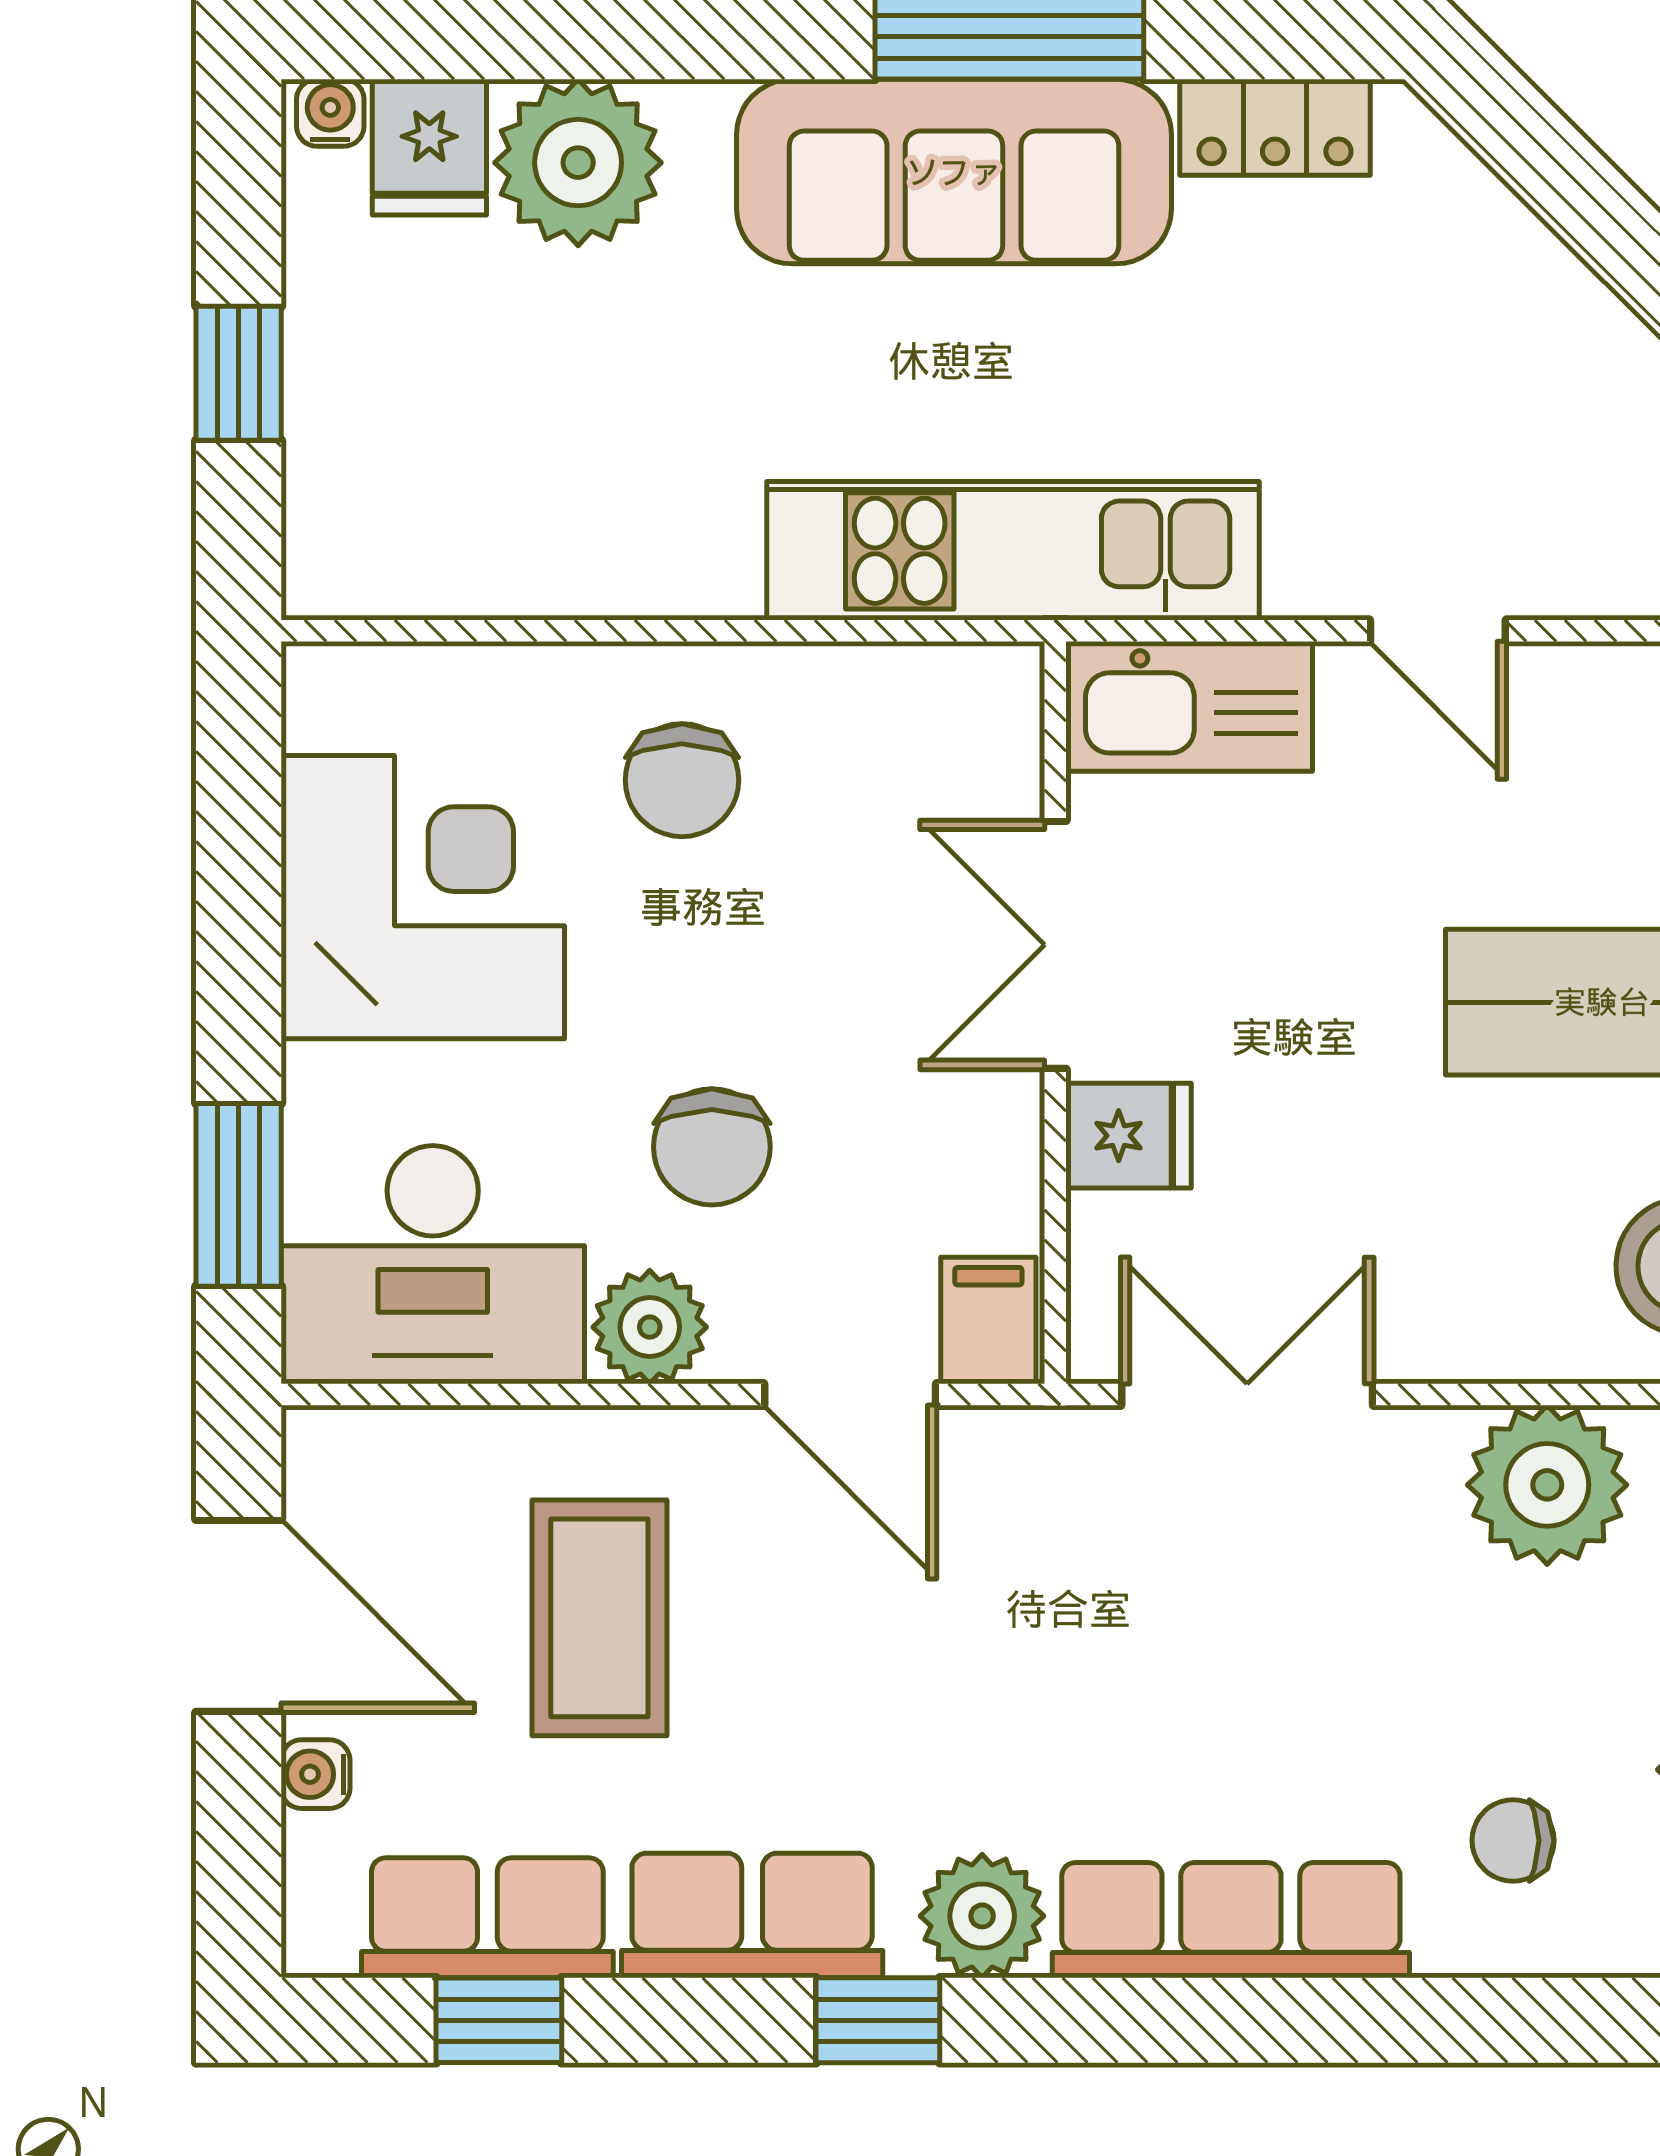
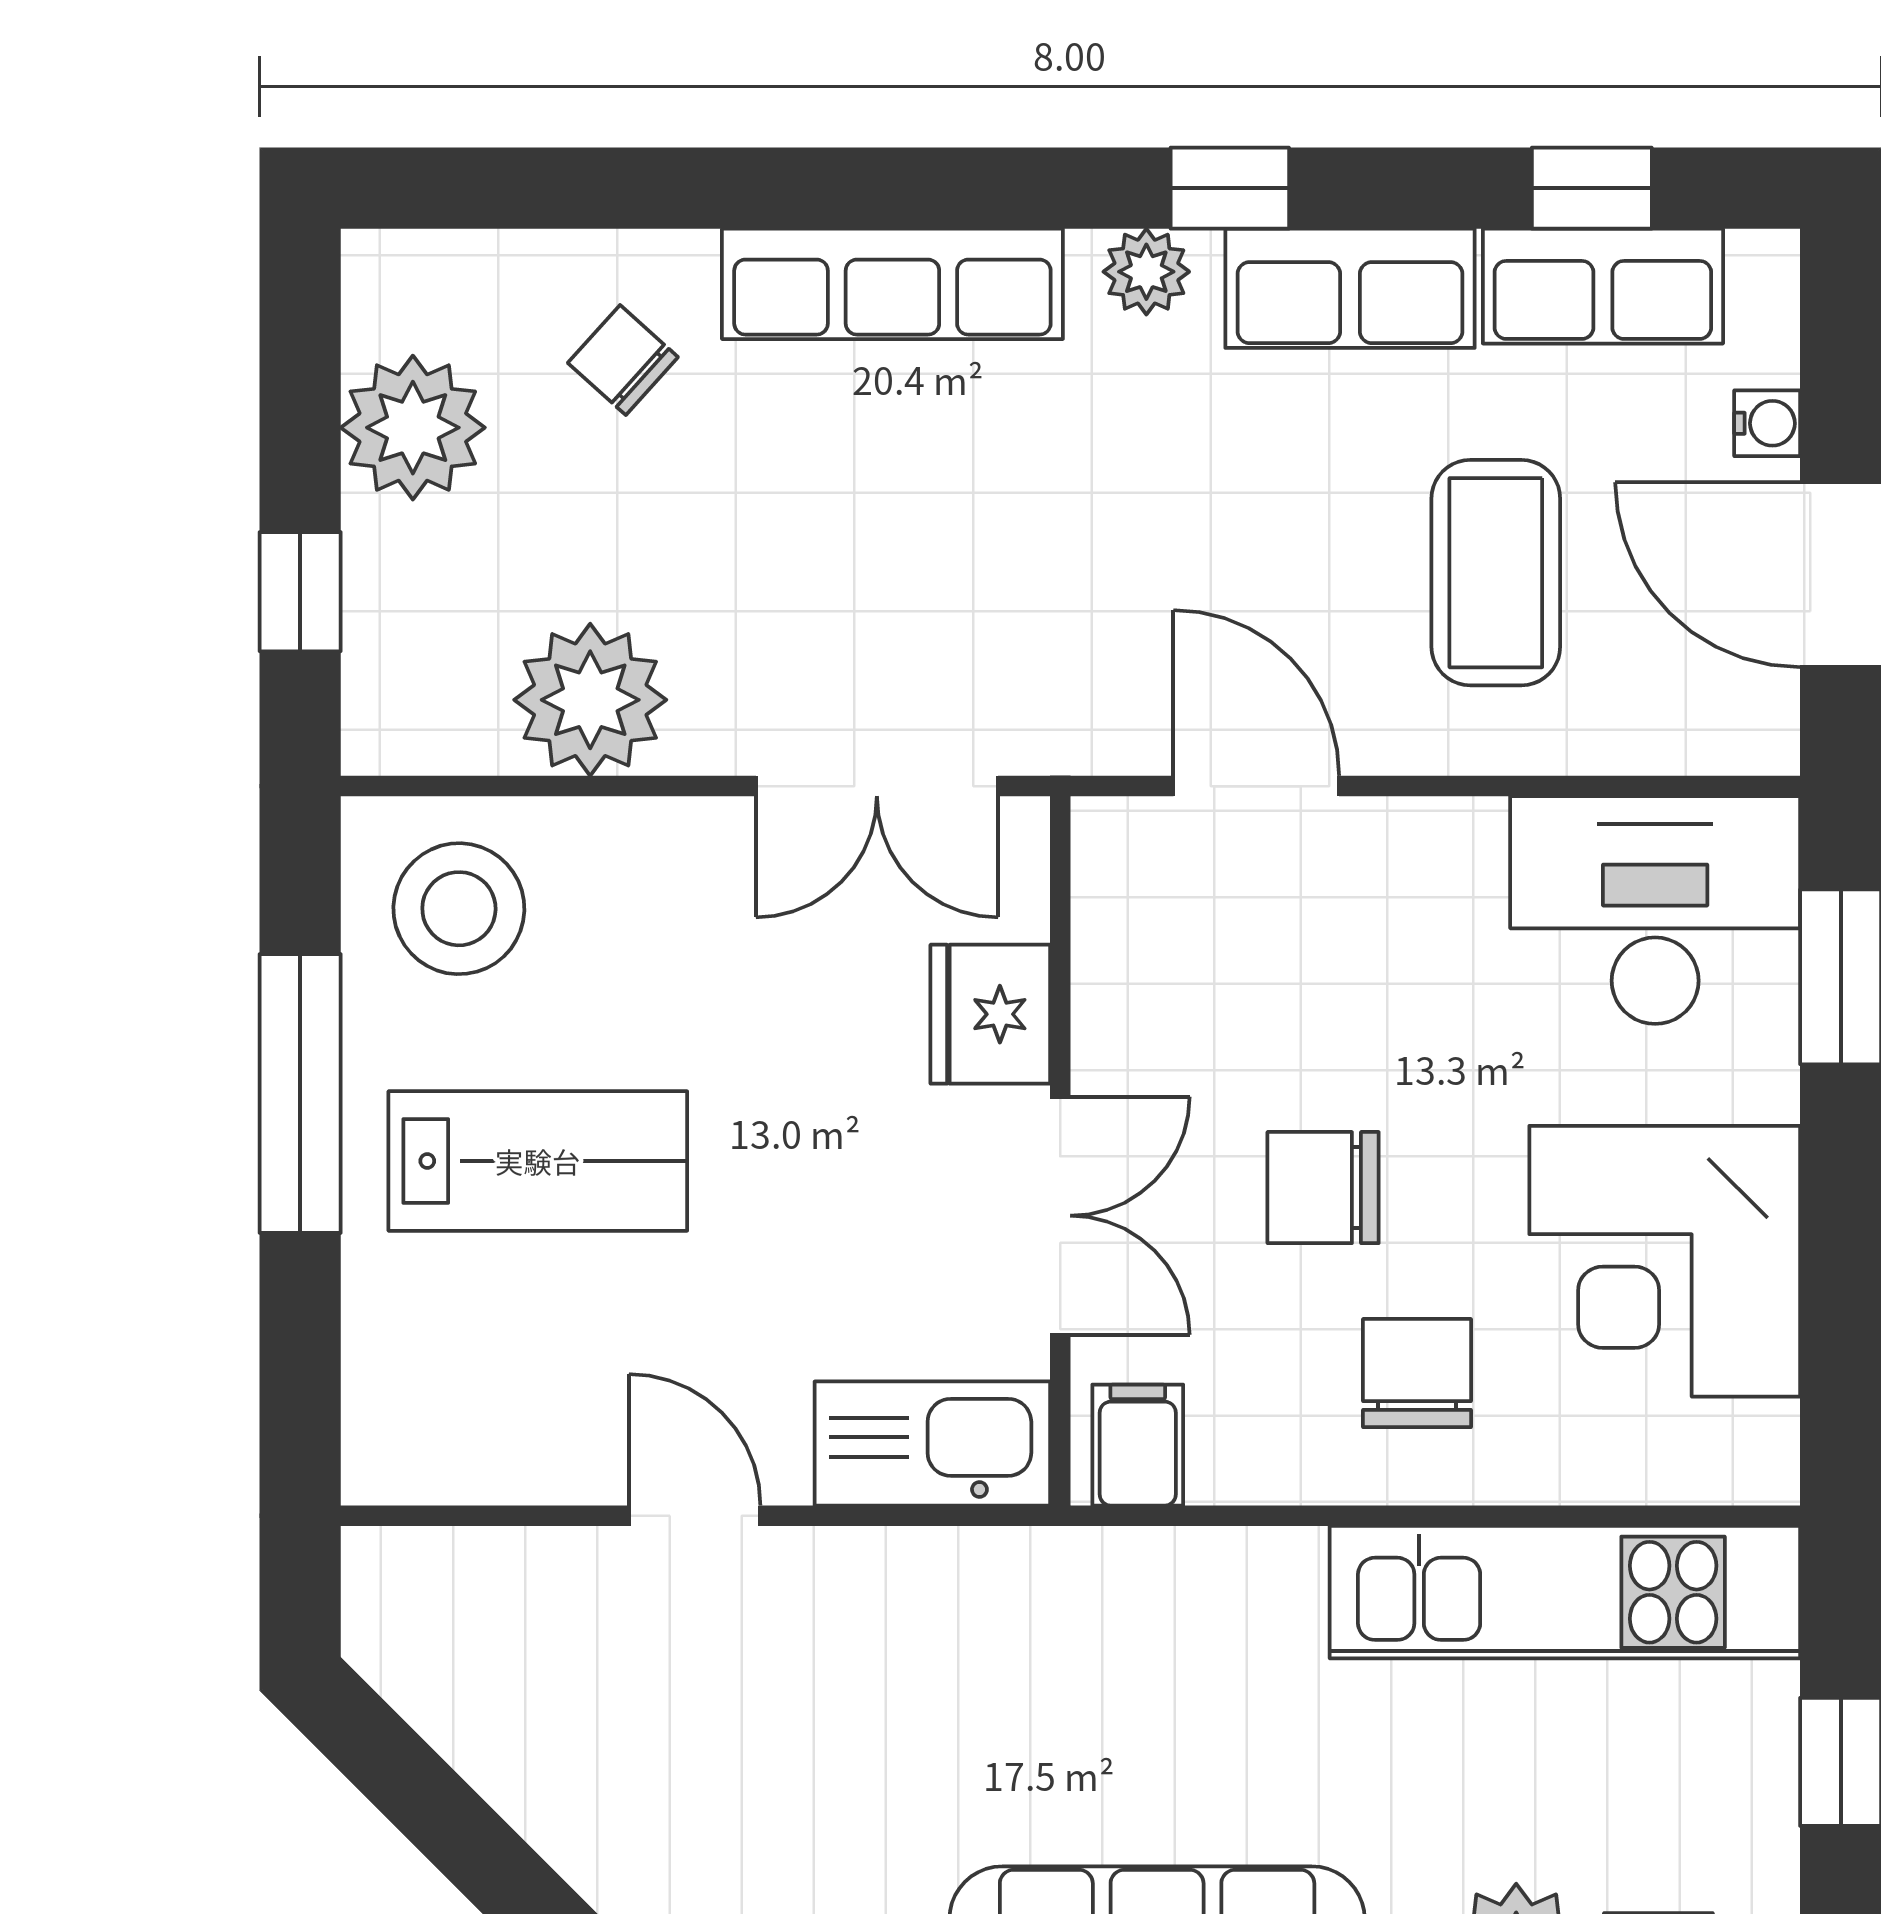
kitchen unit: (1013, 551) -> (1565, 1592), moved
fridge: (1129, 1136) -> (990, 1014), width x1.38
chair: (712, 1147) -> (1323, 1188), moved, turned -90
filing cabinet: (988, 1321) -> (1138, 1445), moved, turned 180
plant: (650, 1327) -> (1448, 851), removed
chair: (1513, 1840) -> (623, 360), turned -138
plant: (982, 1916) -> (1146, 272), width x0.73, depth x0.73

